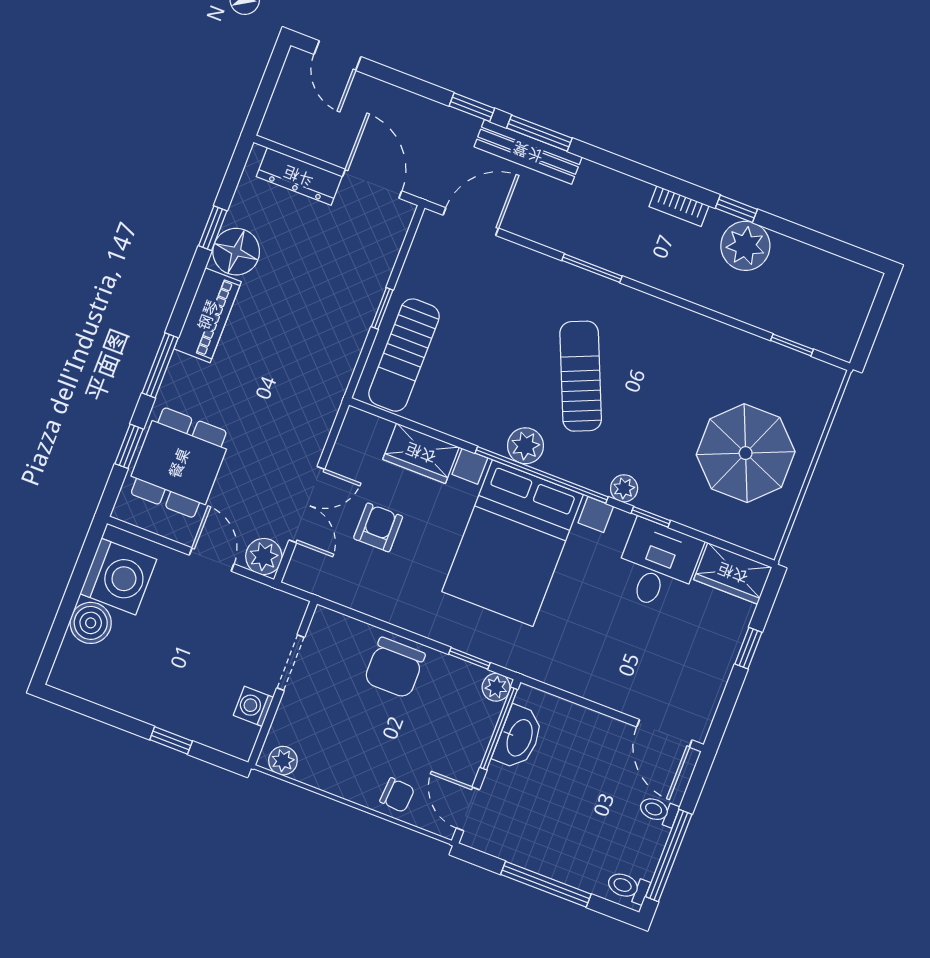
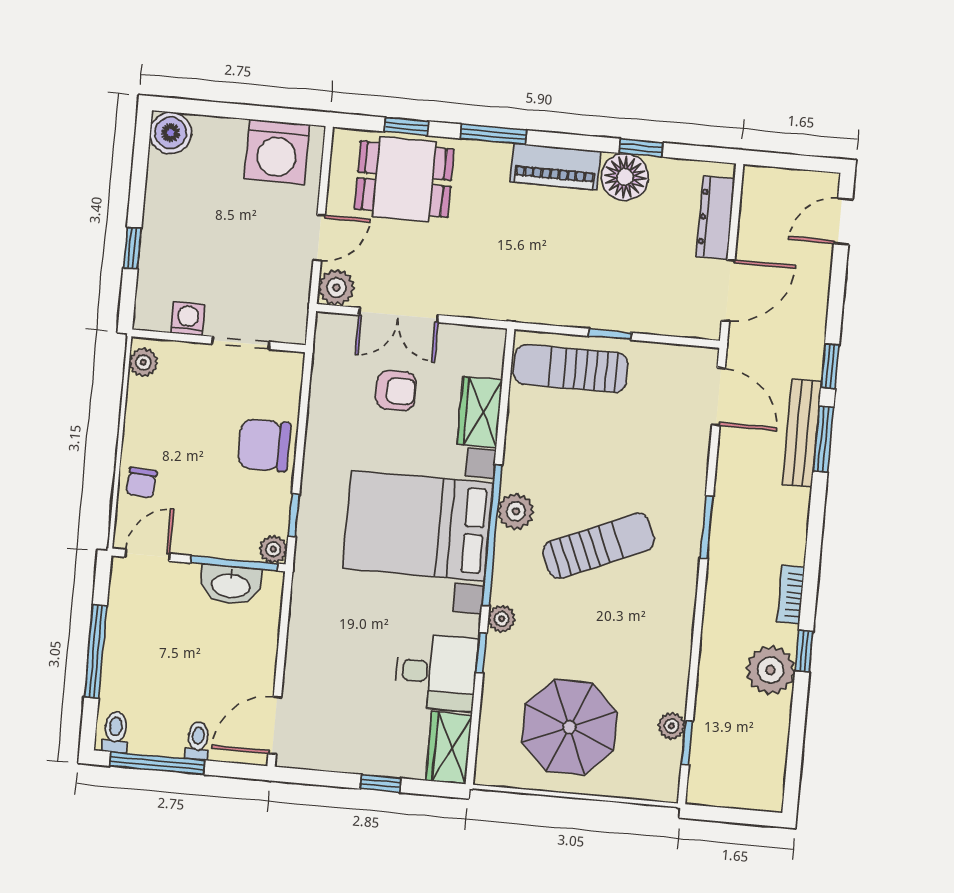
plant: (772, 355) -> (672, 726), added
boiler: (91, 623) -> (171, 133), moved

